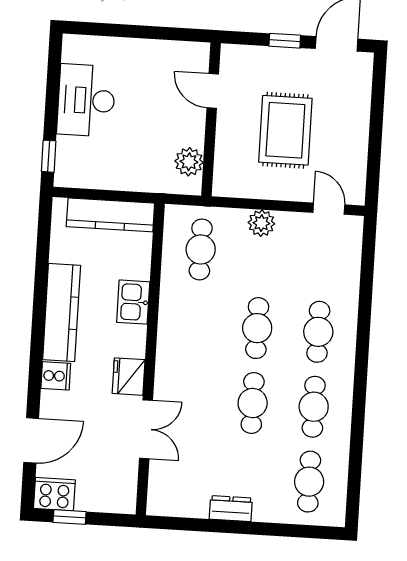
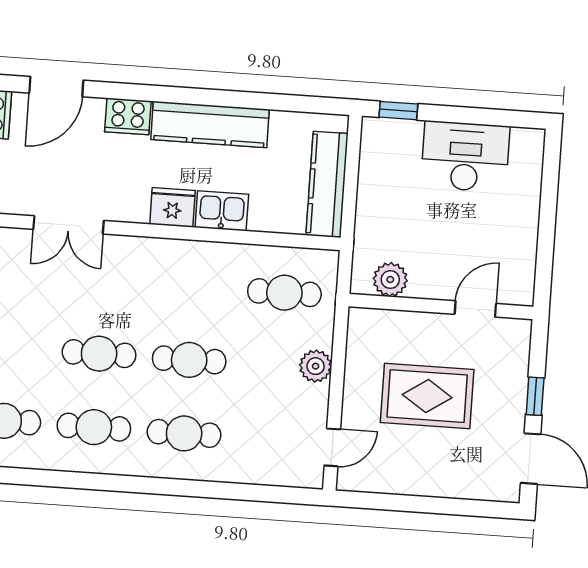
cooker: (56, 376) -> (128, 116), width x1.36
fridge: (129, 377) -> (172, 207), moved
door: (31, 440) -> (56, 87), hinge flipped

